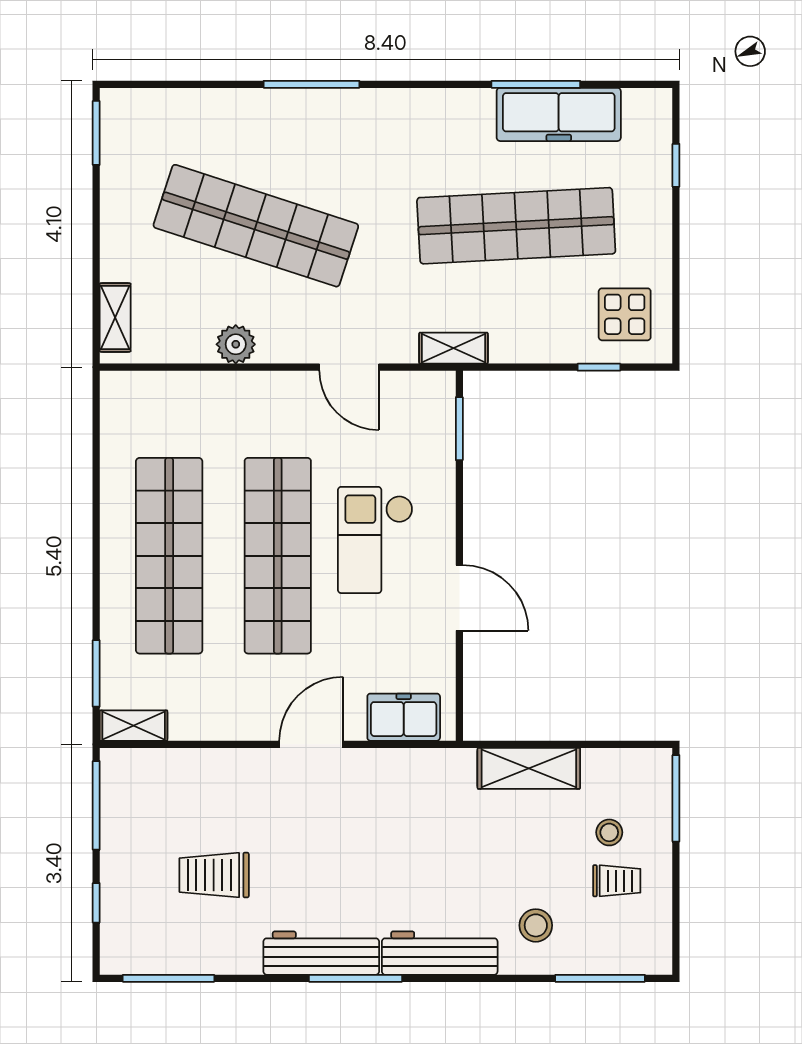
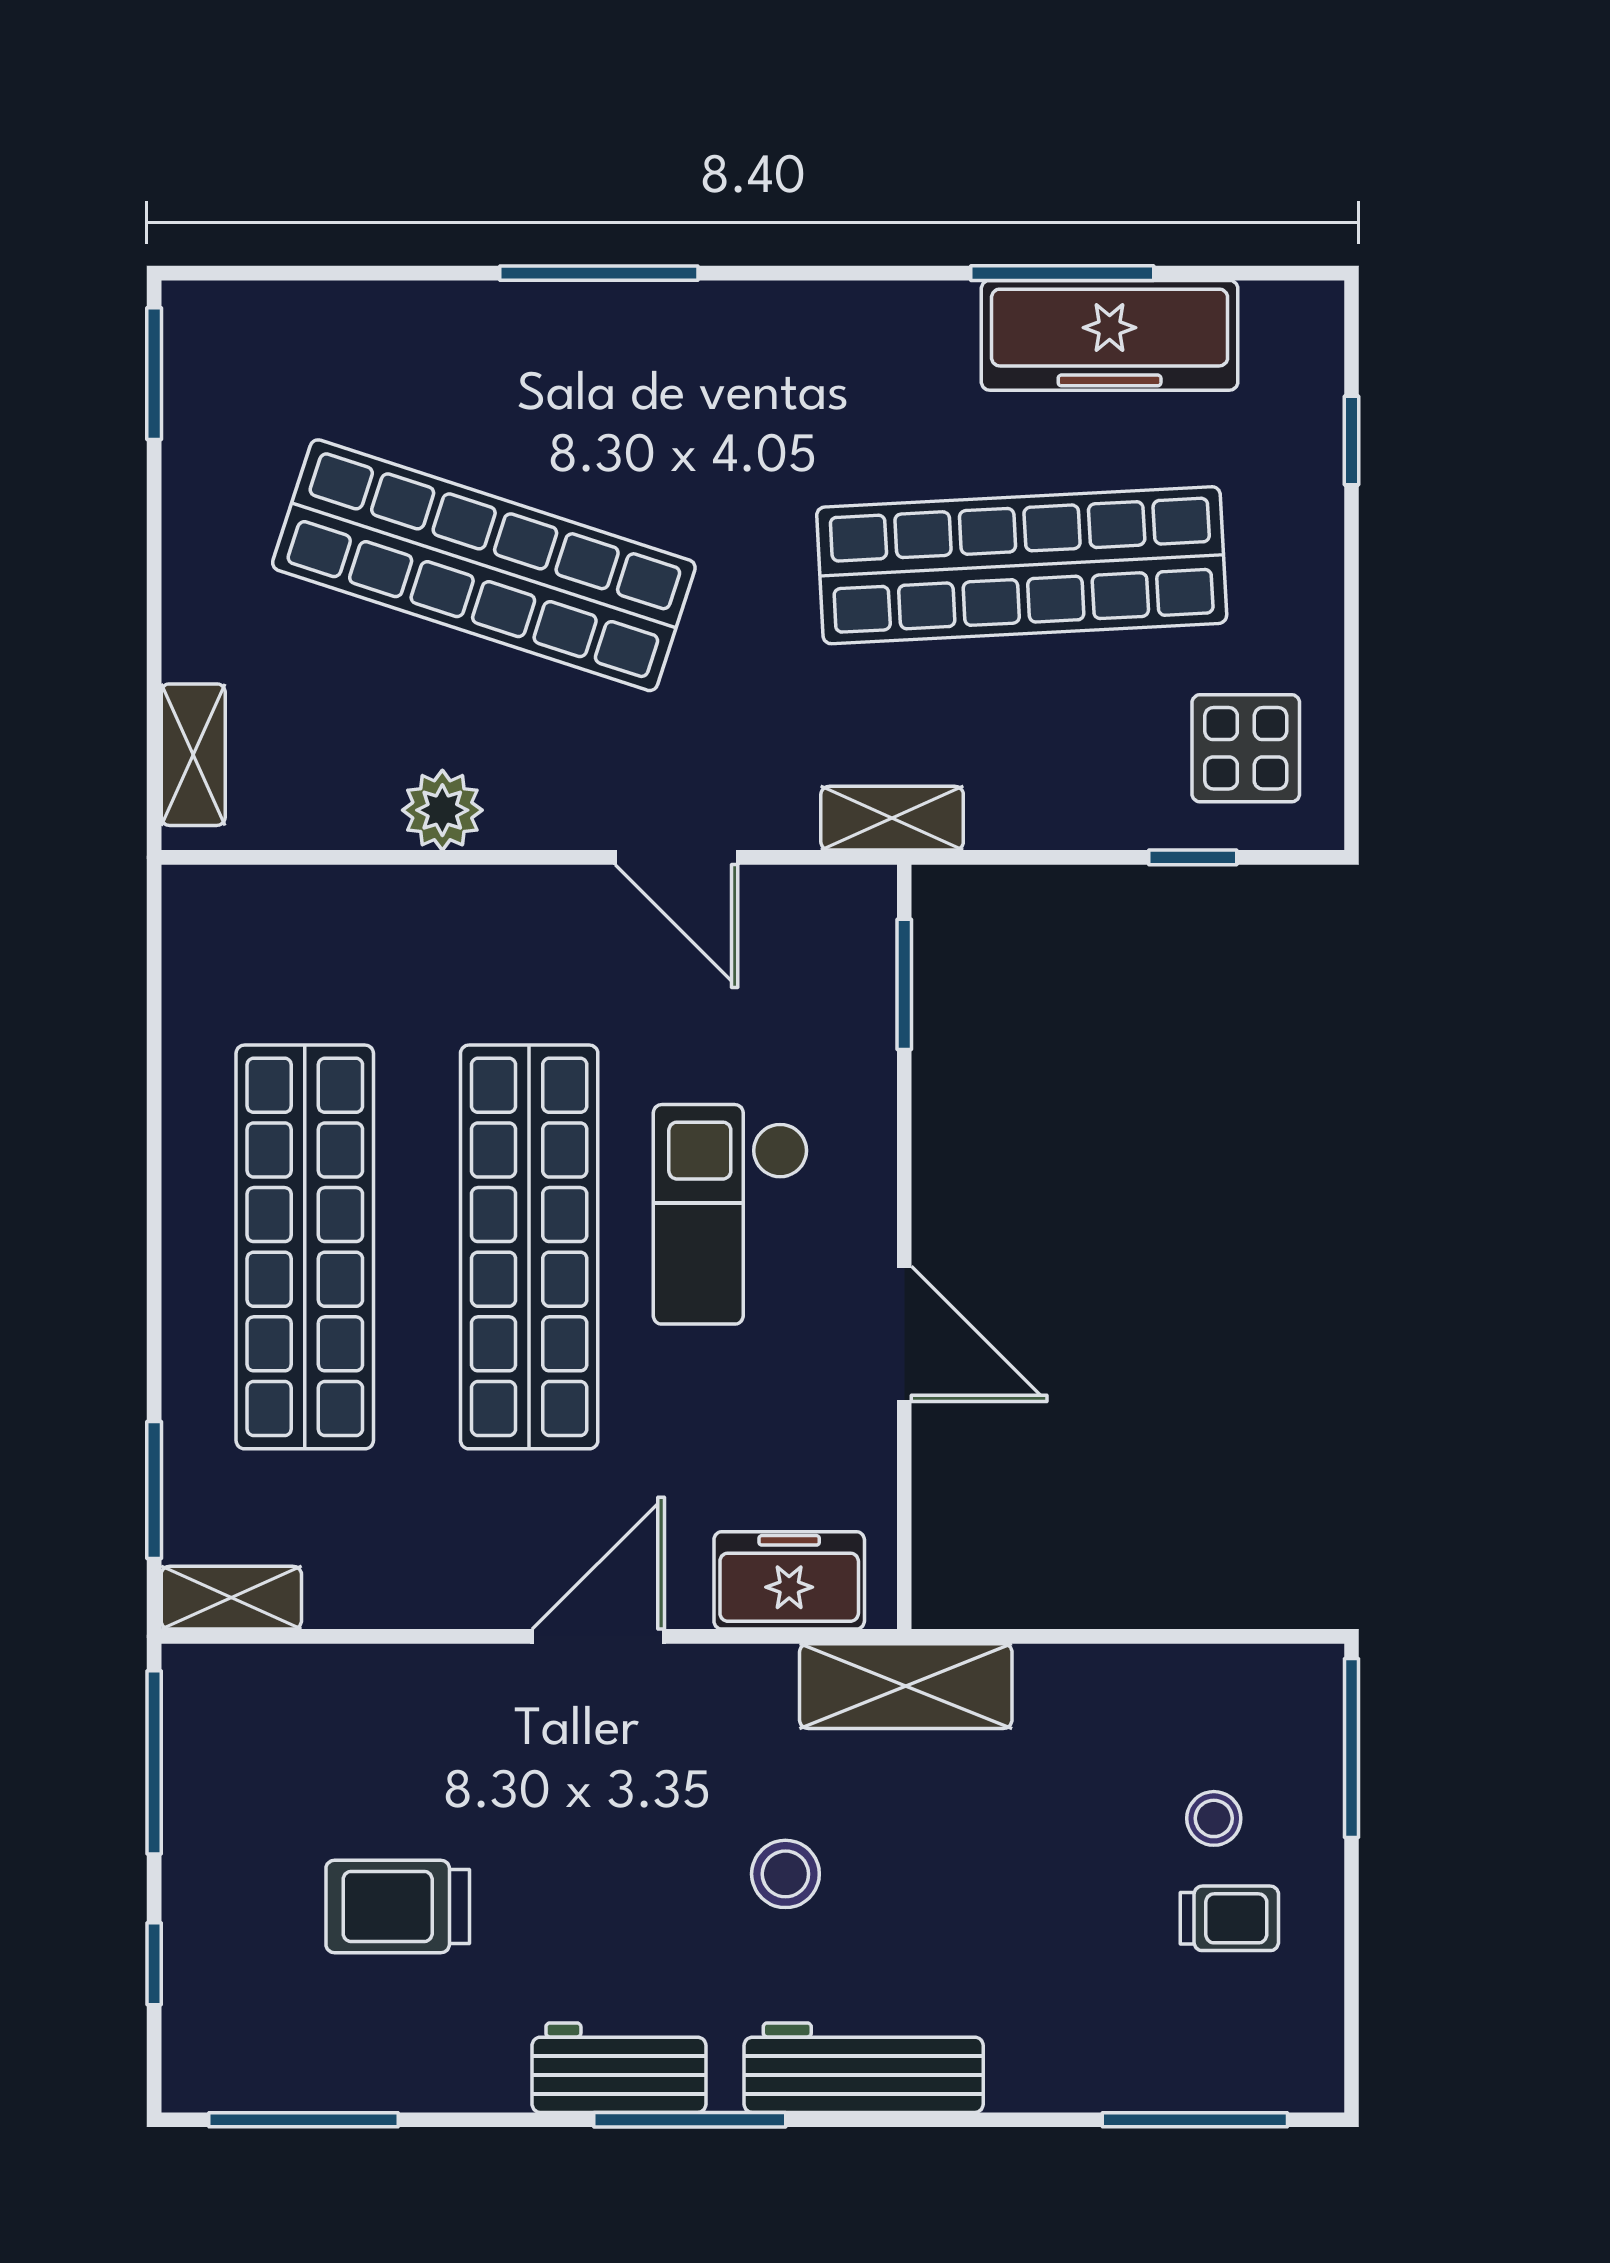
shelving: (529, 768) -> (906, 1686), moved
stool: (536, 925) -> (785, 1874), moved
workbench: (321, 953) -> (619, 2068), width x0.73

